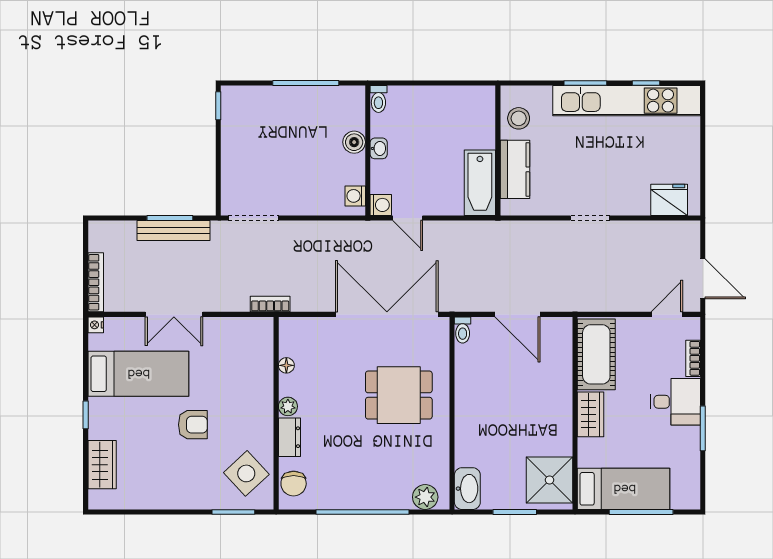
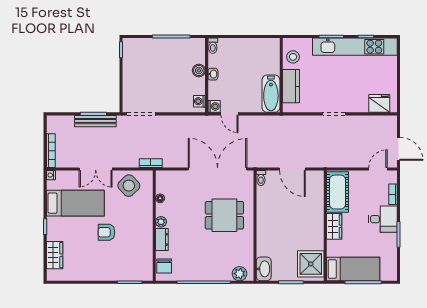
armchair: (193, 425) -> (106, 232), turned 180
side table: (246, 473) -> (129, 186), moved

